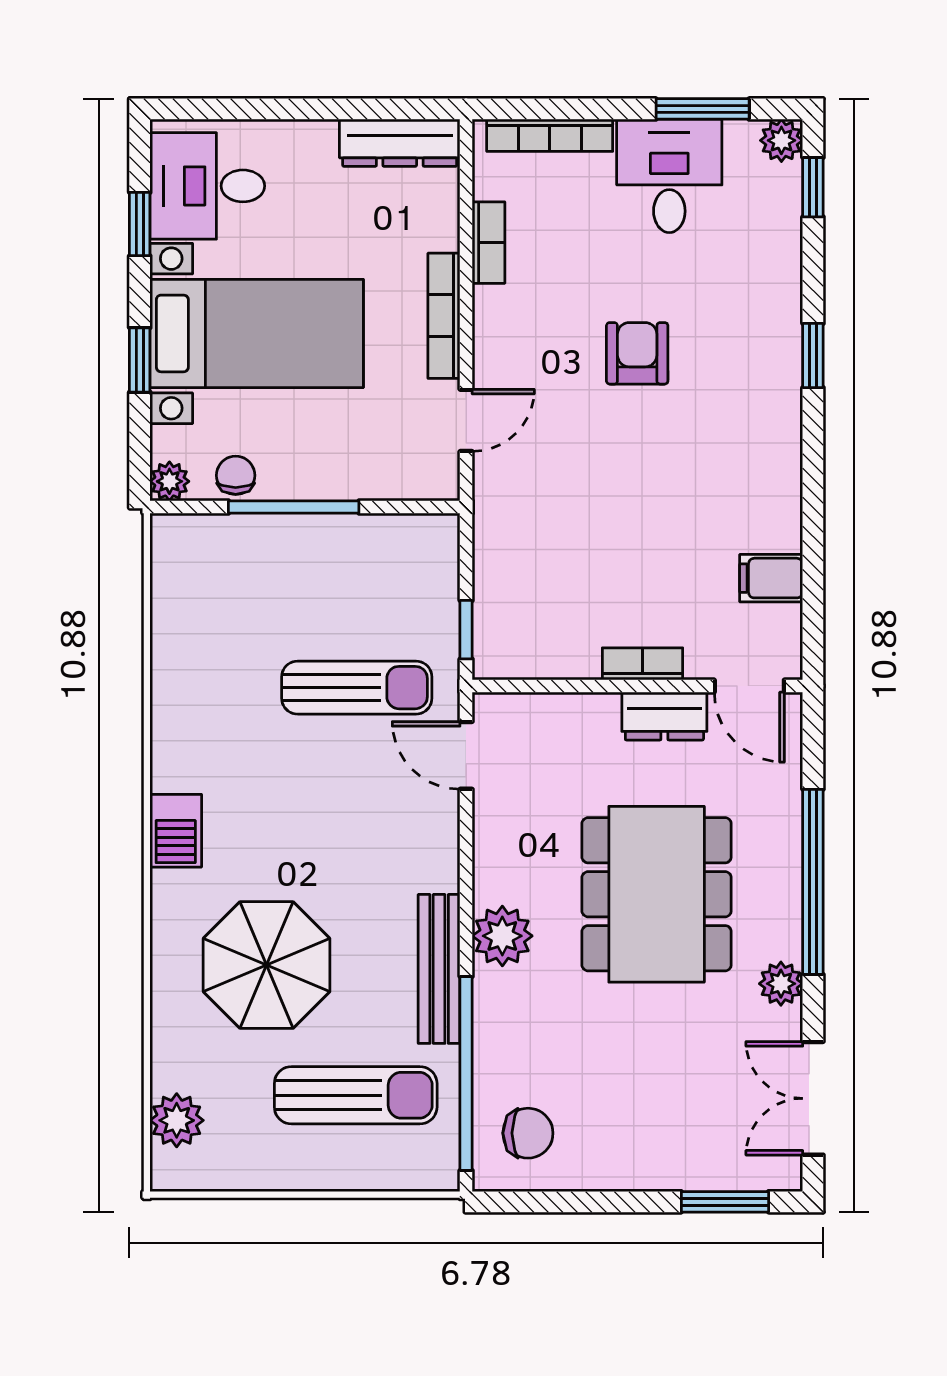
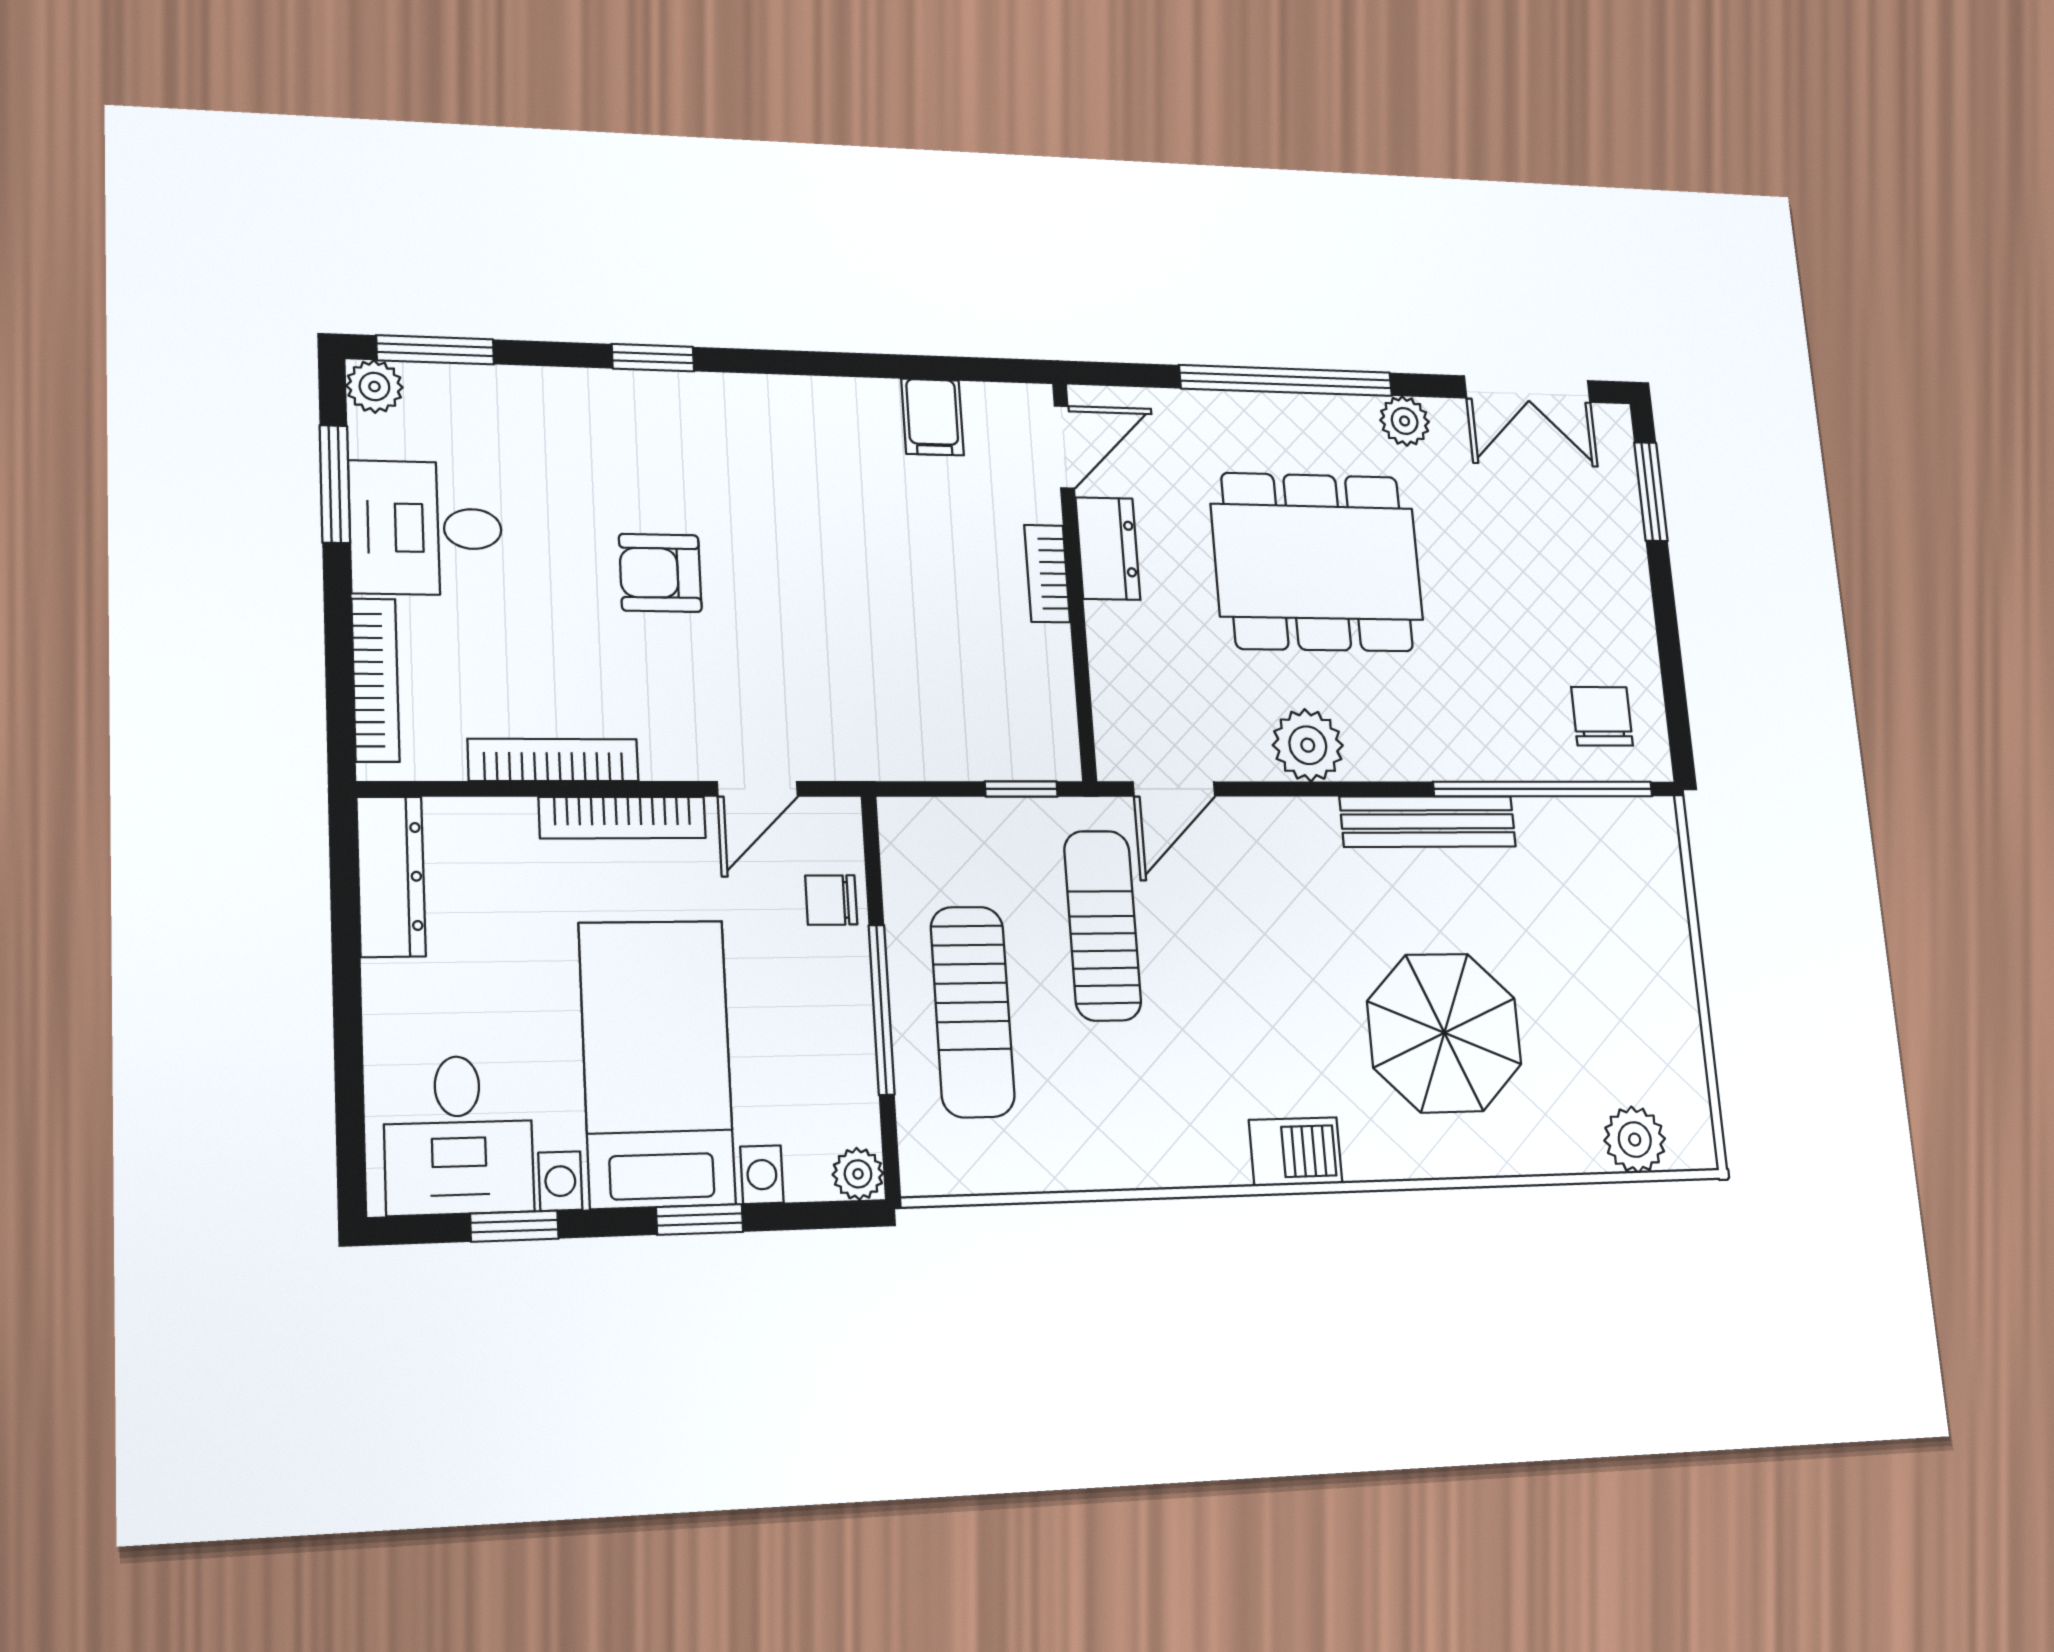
window: (813, 187) -> (435, 350), width x1.50
bookcase: (489, 243) -> (553, 760), width x1.56
door: (466, 420) -> (757, 789), swing flipped
chair: (236, 475) -> (831, 900), moved
plant: (502, 936) -> (1308, 745), moved
sun lounger: (356, 1095) -> (973, 1011), moved, turned 180

